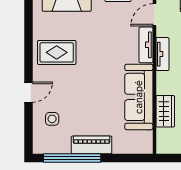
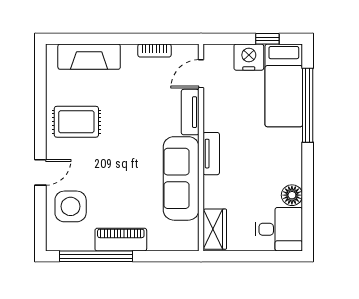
tv unit: (162, 54) -> (211, 154), moved
wardrobe: (165, 111) -> (215, 229), moved
side table: (52, 119) -> (71, 206), width x1.87, depth x1.87

